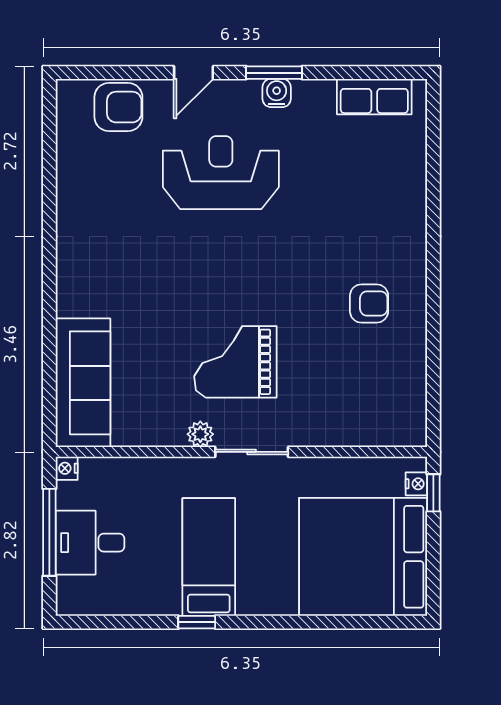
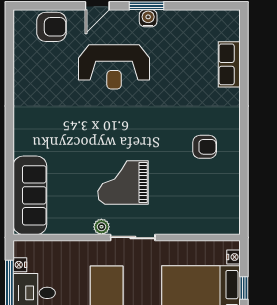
row of seats: (374, 97) -> (229, 64), moved, turned 90
reception desk: (221, 173) -> (114, 67), turned 180
nightstand: (67, 468) -> (20, 265), moved
window: (433, 493) -> (244, 288), moved

